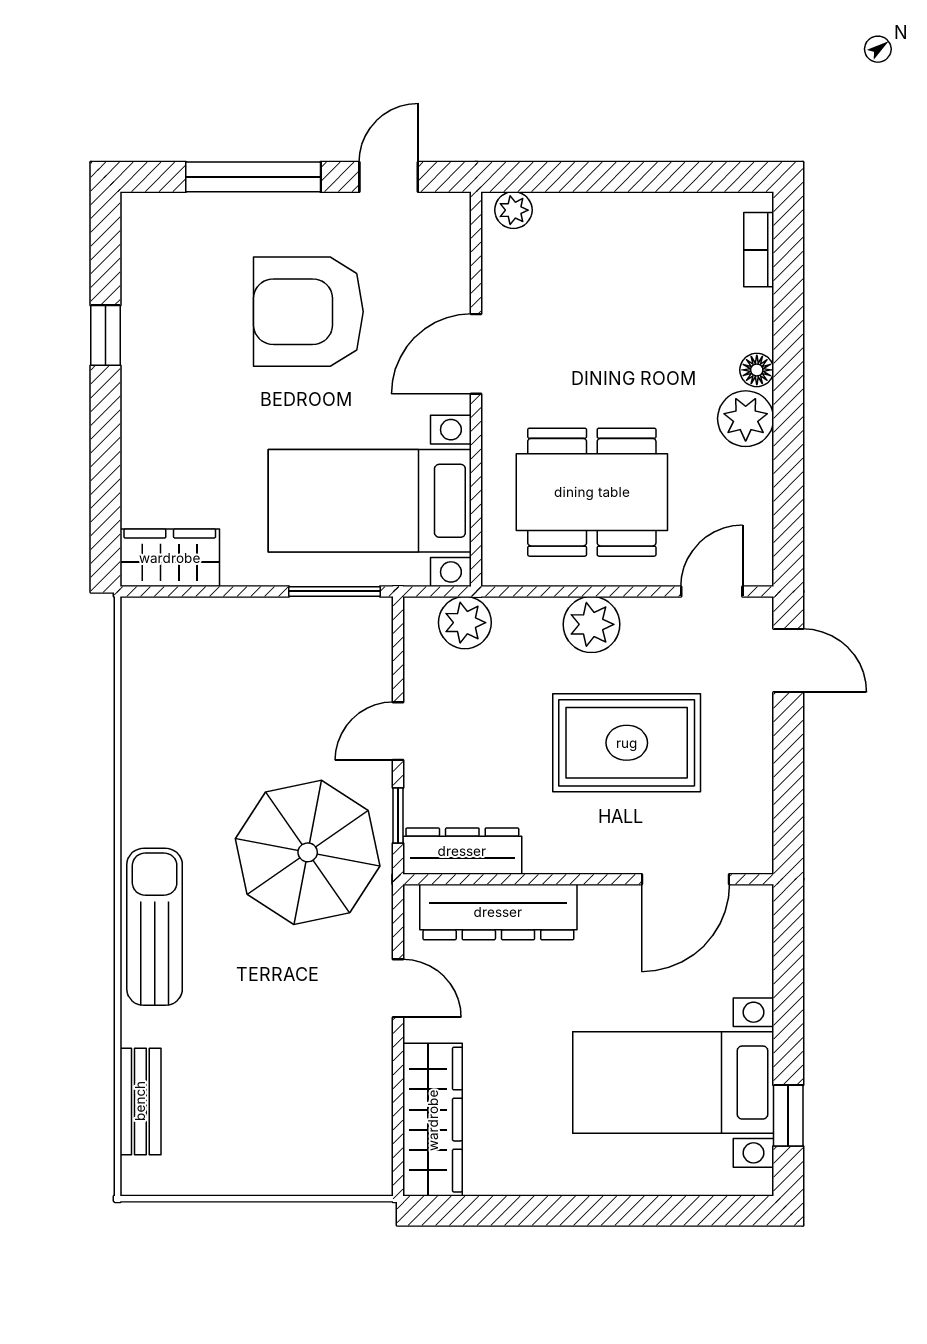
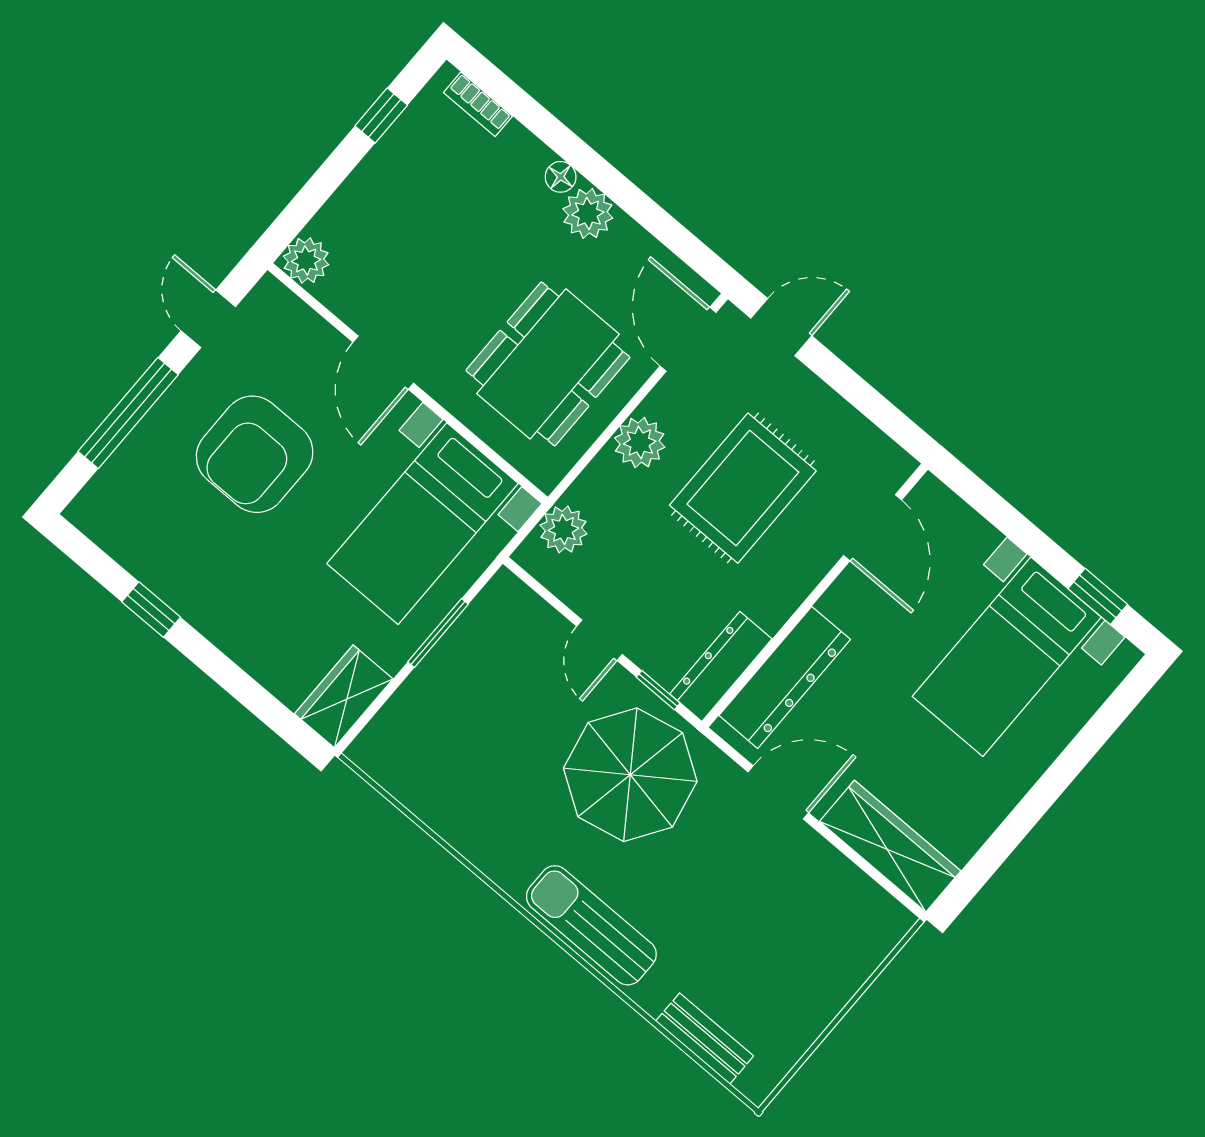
window: (681, 177) -> (381, 116), added
plant: (513, 210) -> (306, 260), width x1.38, depth x1.38
window: (334, 591) -> (438, 633), moved
door: (712, 591) -> (688, 339), width x1.37
door: (398, 988) -> (778, 792), width x1.38

